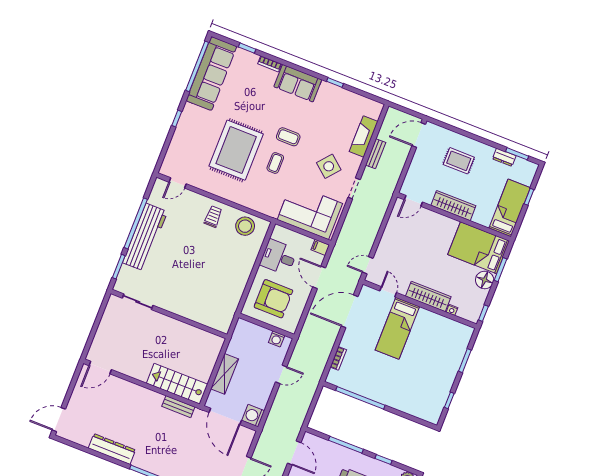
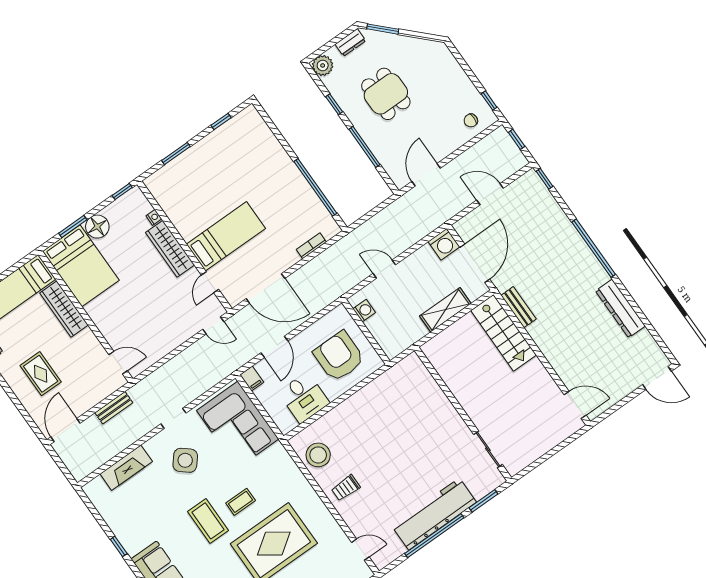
door: (419, 135) -> (65, 430), swing flipped
coffee table: (288, 137) -> (208, 521), width x1.36, depth x1.30
bench: (376, 154) -> (114, 408), moved
wardrobe: (453, 206) -> (64, 309), moved

